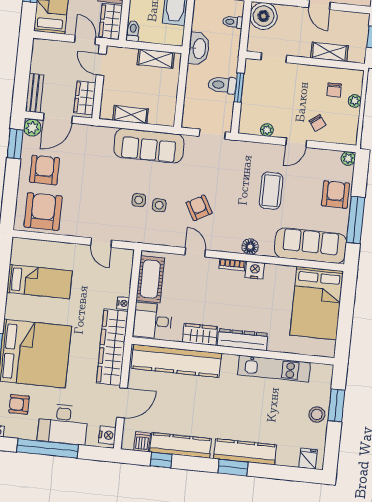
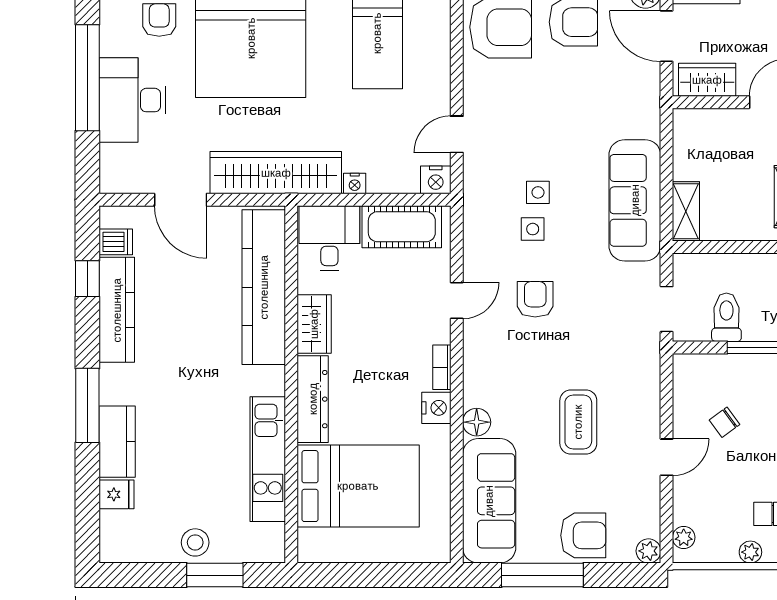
toilet: (222, 85) -> (726, 317), moved
shelving: (130, 115) -> (686, 211), moved
chair: (318, 123) -> (725, 422), moved
plant: (267, 130) -> (684, 537), moved
door: (296, 143) -> (667, 457), swing flipped
coffee table: (271, 191) -> (578, 422), turned 90
armchair: (199, 208) -> (535, 299), turned -61
floor lamp: (250, 247) -> (477, 422), moved
bed: (317, 303) -> (358, 486), moved, turned 180
nightstand: (107, 435) -> (436, 180), moved
kitchen counter: (245, 452) -> (117, 442), width x0.67
fridge: (308, 459) -> (117, 494), moved
window: (233, 468) -> (87, 405), width x1.44

